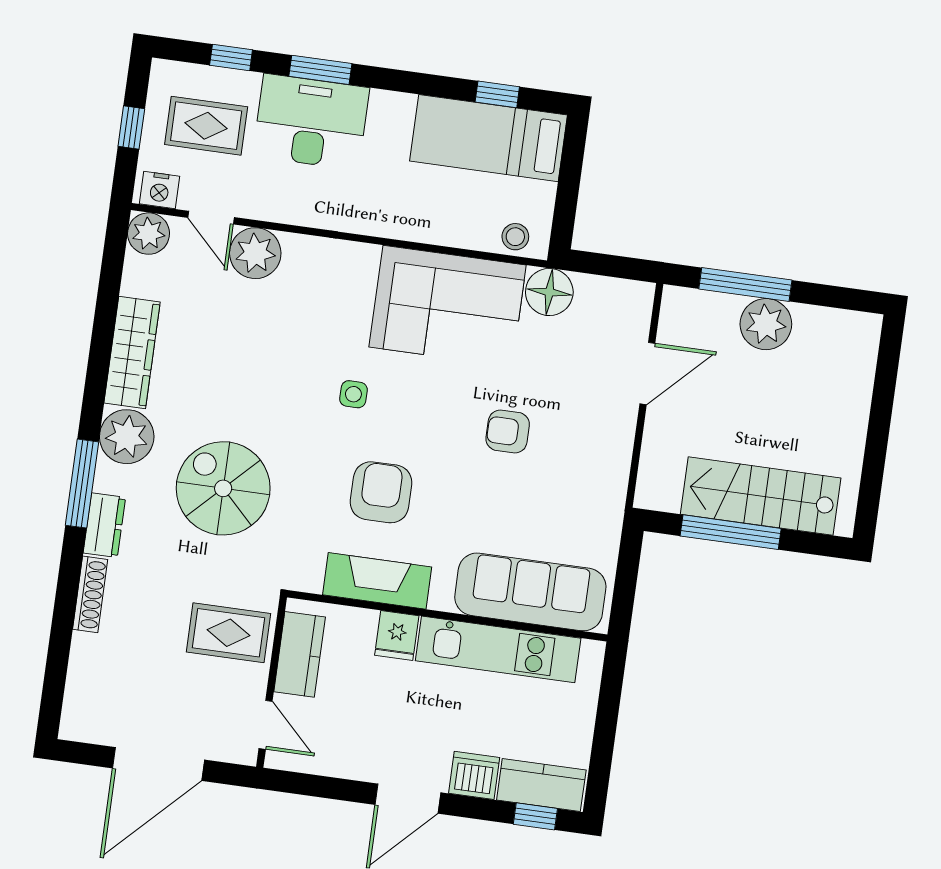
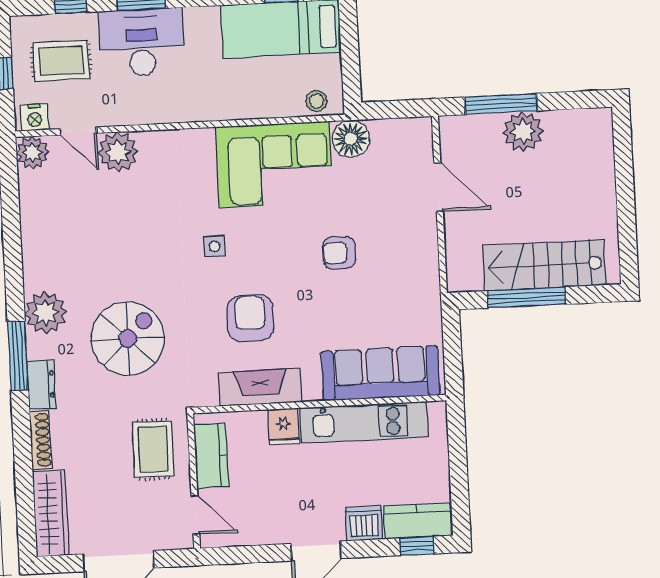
wardrobe: (132, 353) -> (51, 513), moved
door: (647, 374) -> (439, 187), hinge flipped
spiral stairs: (223, 488) -> (128, 339), turned 90
rug: (228, 633) -> (153, 449), turned 90

